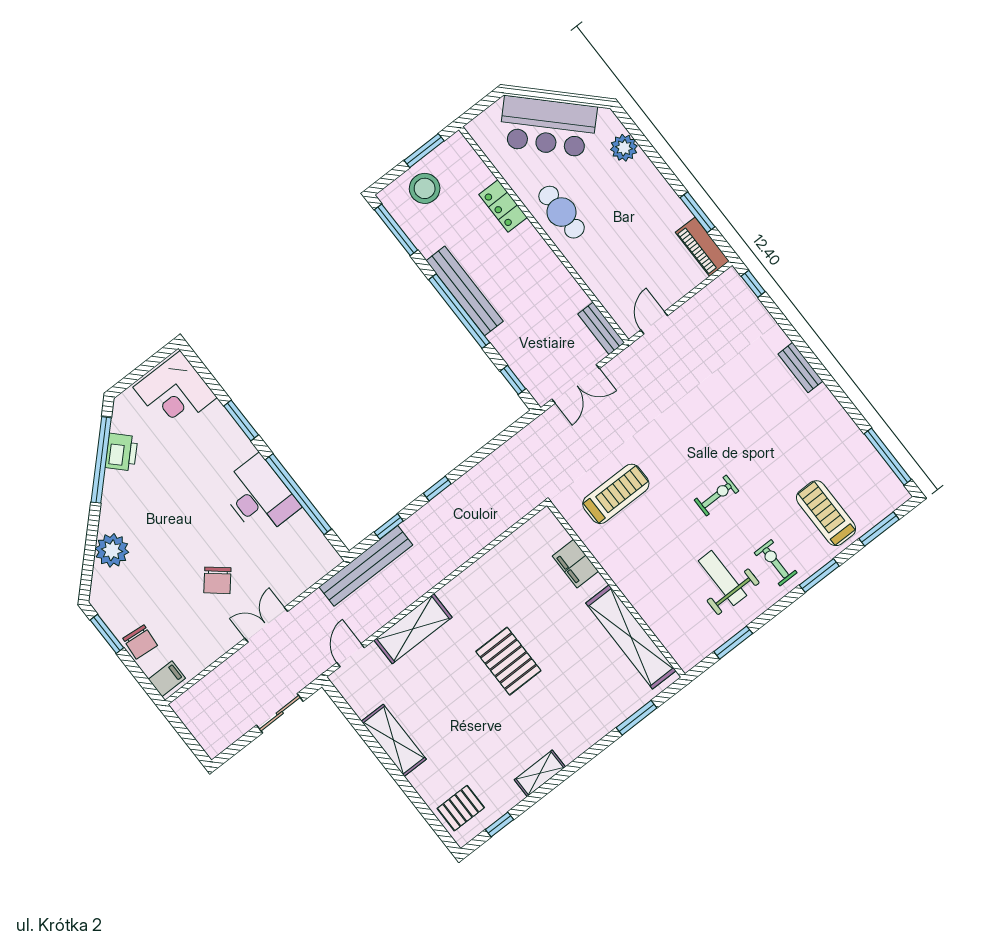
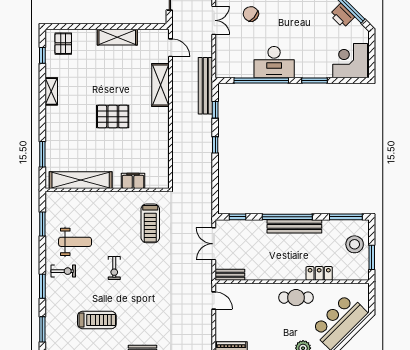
treadmill: (826, 513) -> (97, 320), moved

